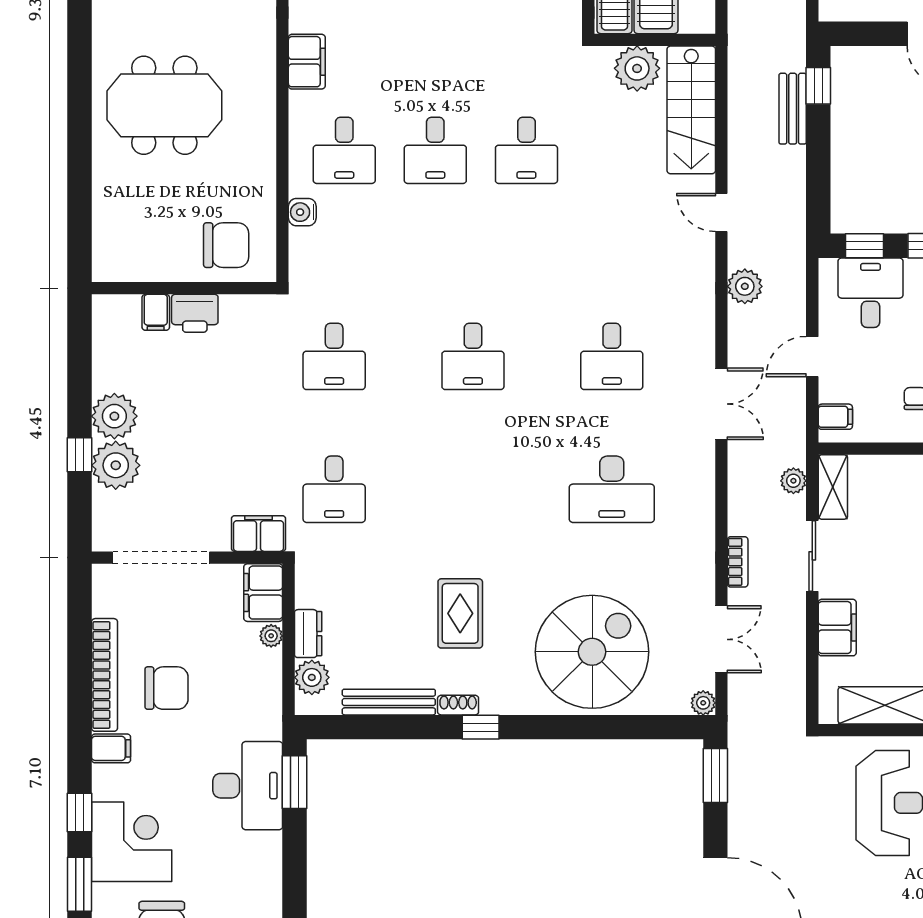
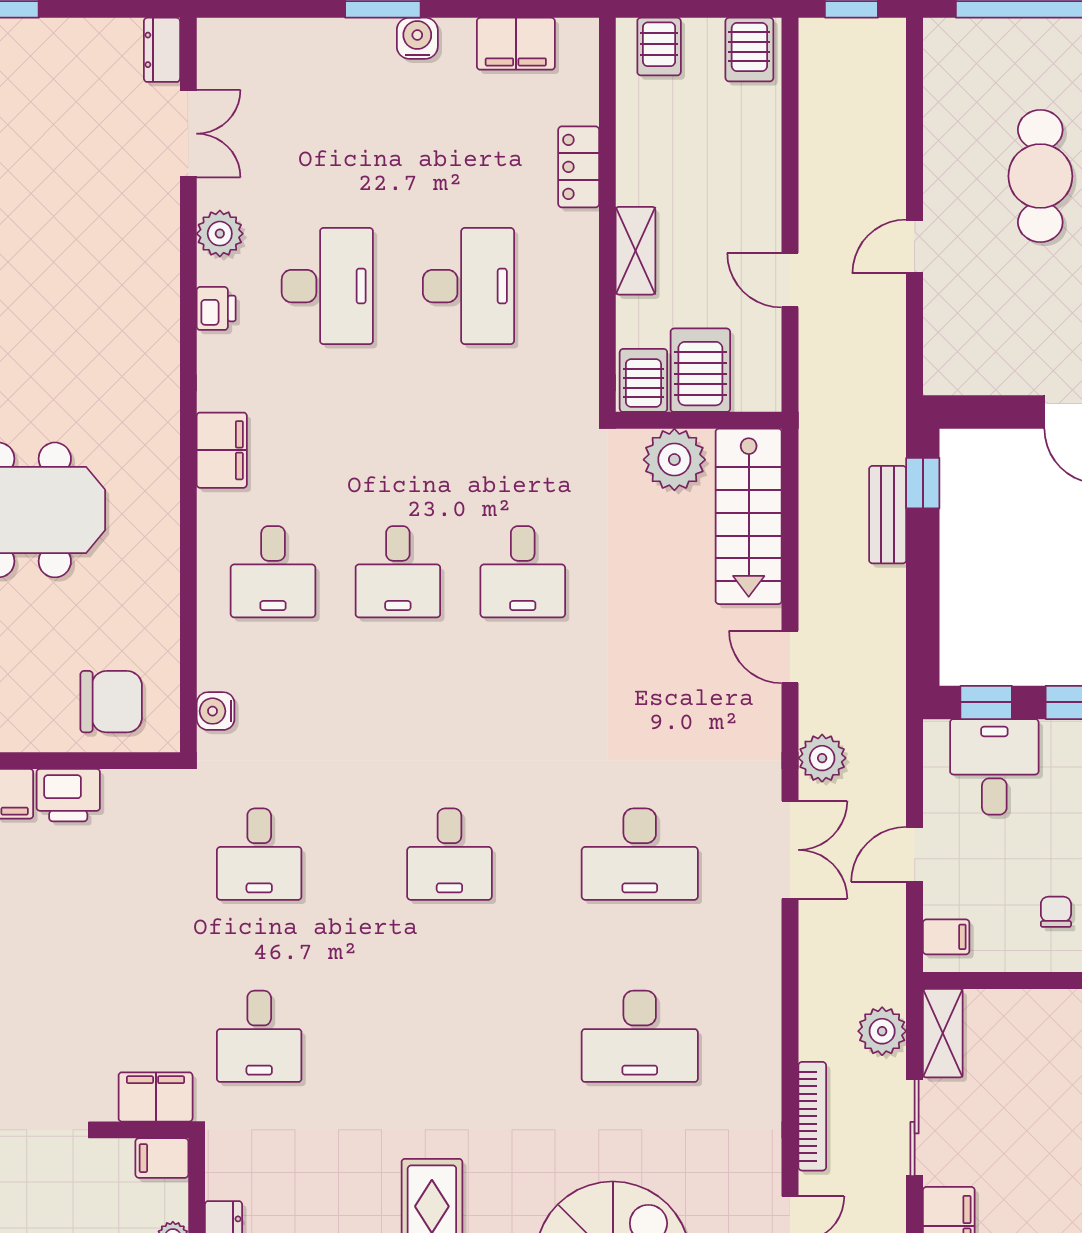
water cooler: (302, 212) -> (216, 711), moved
desk: (612, 356) -> (640, 854), width x1.37
double door: (721, 404) -> (790, 850), moved
plant: (793, 481) -> (882, 1031), width x1.38, depth x1.38
bookcase: (738, 562) -> (812, 1116), width x1.56
filing cabinet: (263, 593) -> (162, 1158), width x0.50

